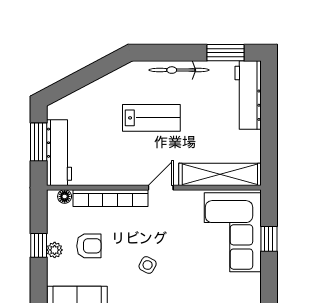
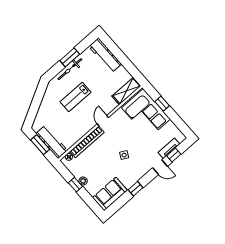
window: (226, 53) -> (70, 57), moved
lab bench: (151, 118) -> (75, 97), turned 180
shelving: (220, 174) -> (126, 91), width x0.68
armchair: (89, 246) -> (95, 168), removed

